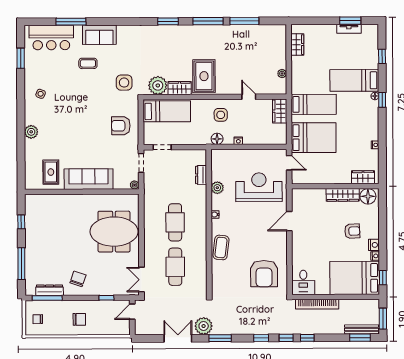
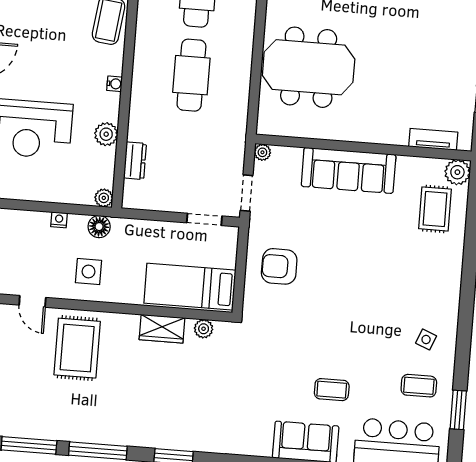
coffee table: (42, 69) -> (419, 386), added
rug: (204, 76) -> (77, 348), moved
side table: (124, 83) -> (266, 348), removed
plant: (158, 85) -> (204, 329), width x0.53, depth x0.53
armchair: (121, 126) -> (279, 266), turned 180
plant: (31, 132) -> (457, 172), moved
plant: (216, 154) -> (104, 198), added
rug: (51, 172) -> (435, 209), moved
tv unit: (45, 199) -> (433, 139), added

